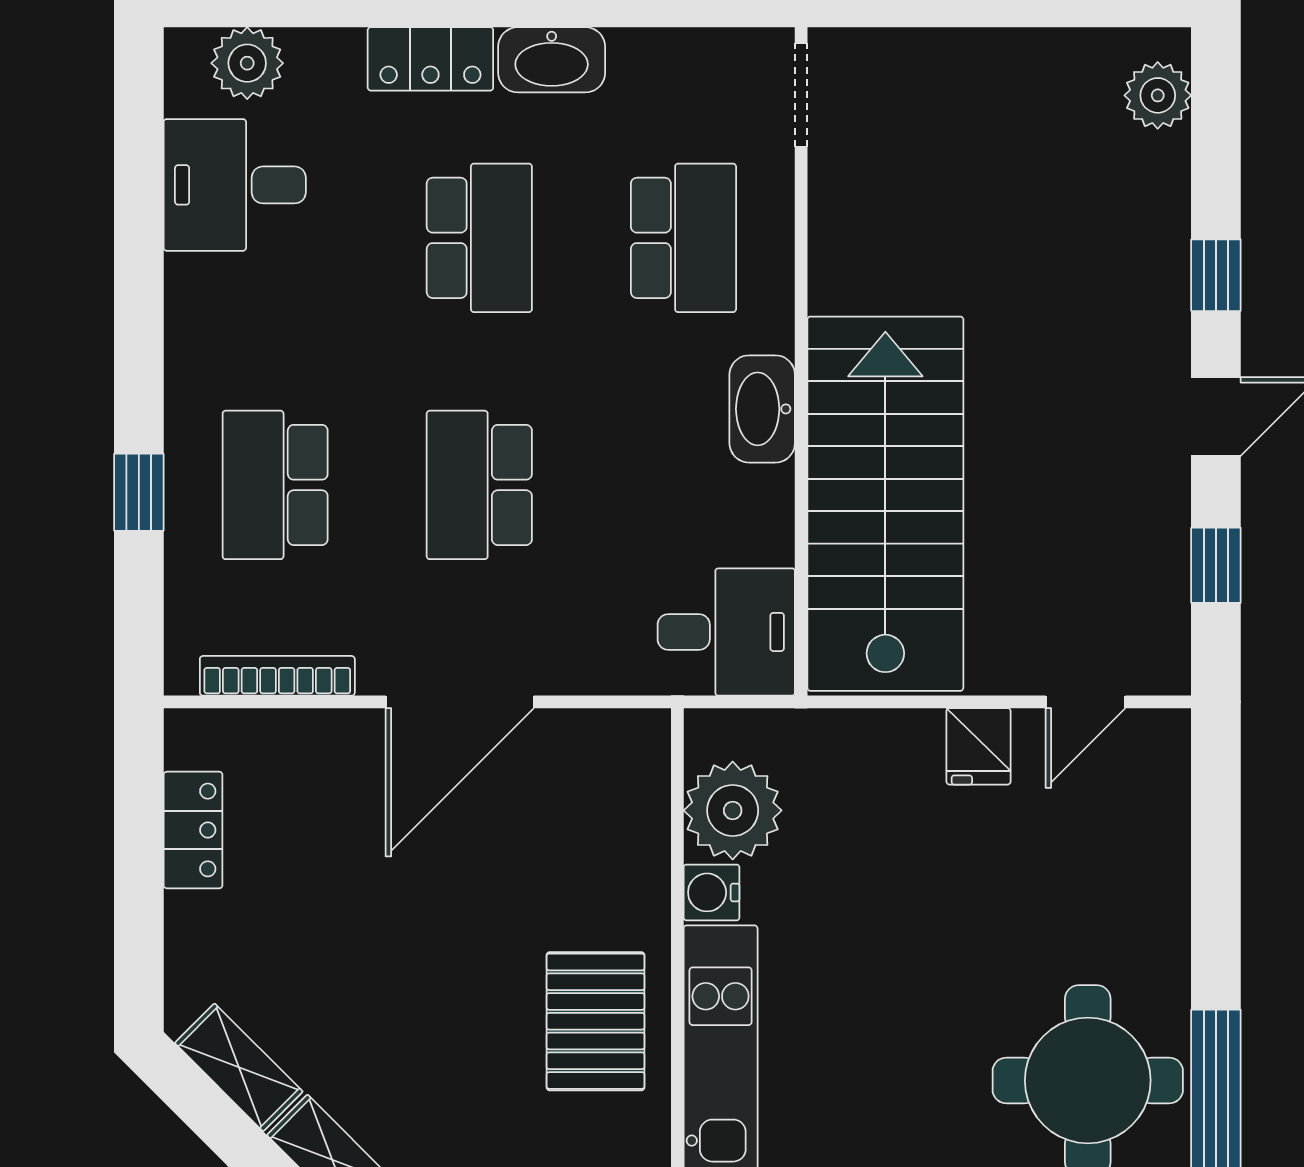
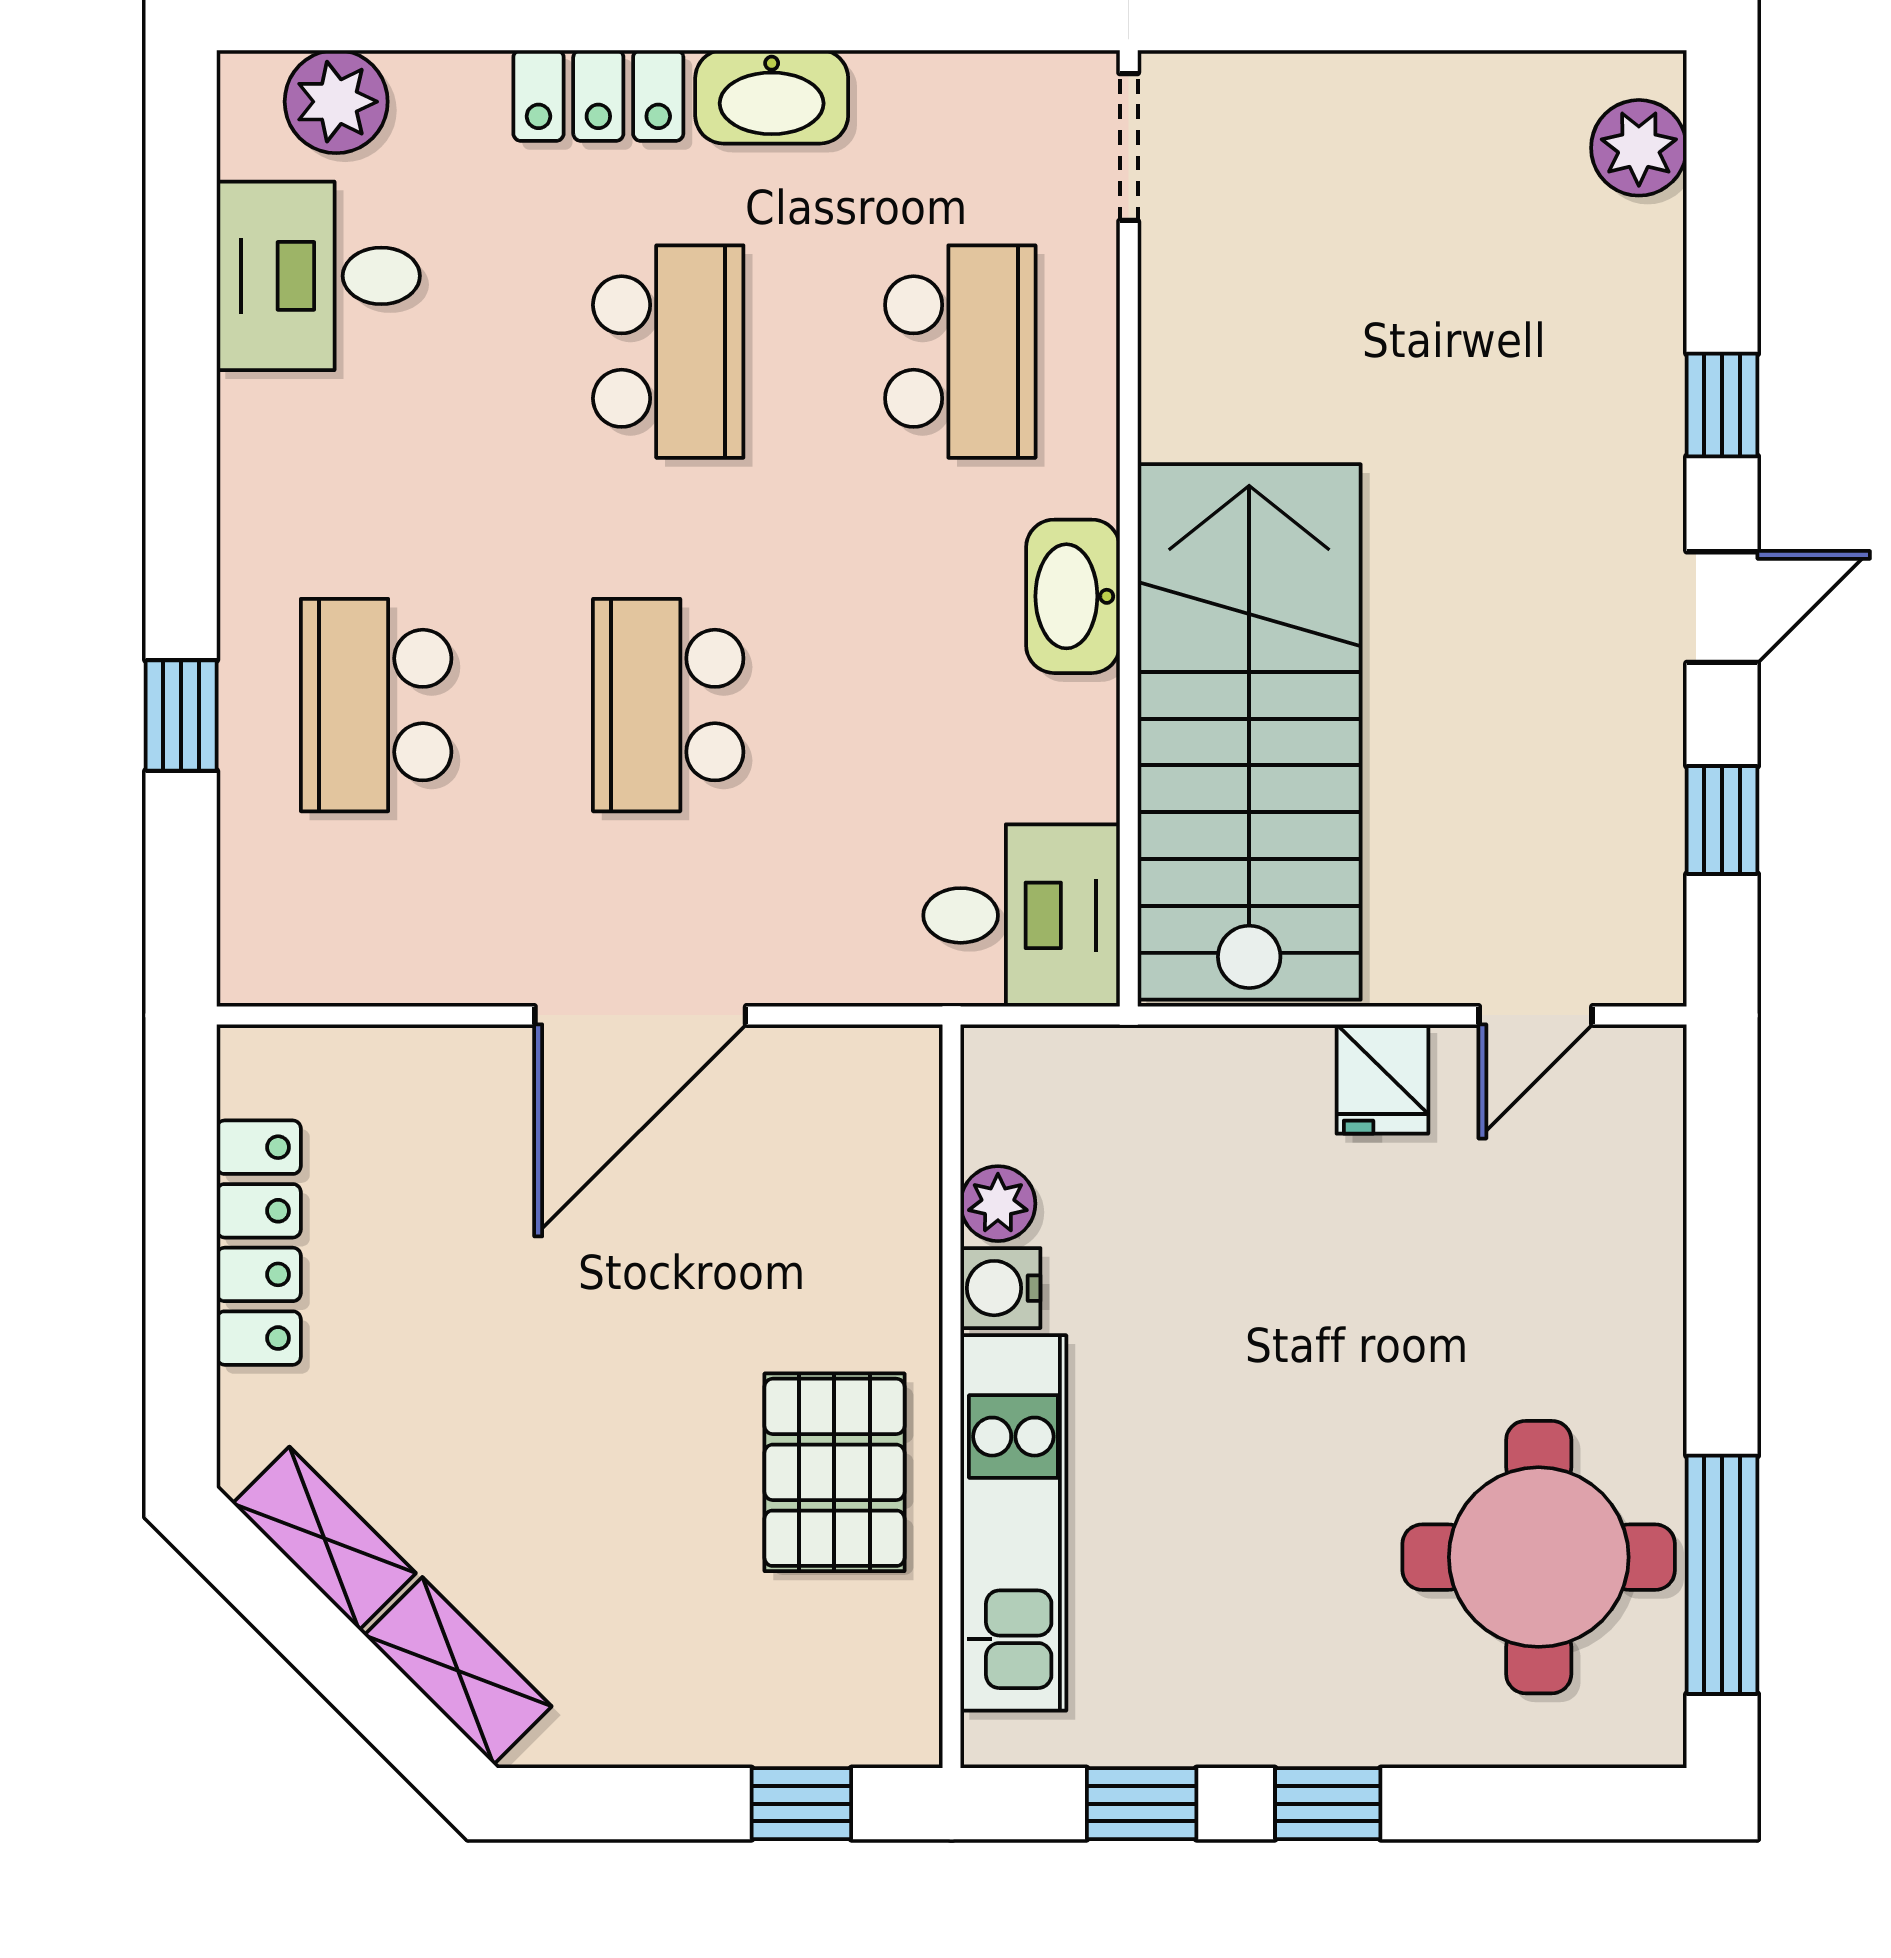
bookcase: (277, 676) -> (379, 978), removed
plant: (733, 810) -> (998, 1204), width x0.53, depth x0.53
locker: (193, 830) -> (259, 1243), width x1.53

